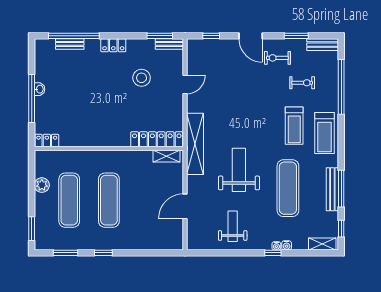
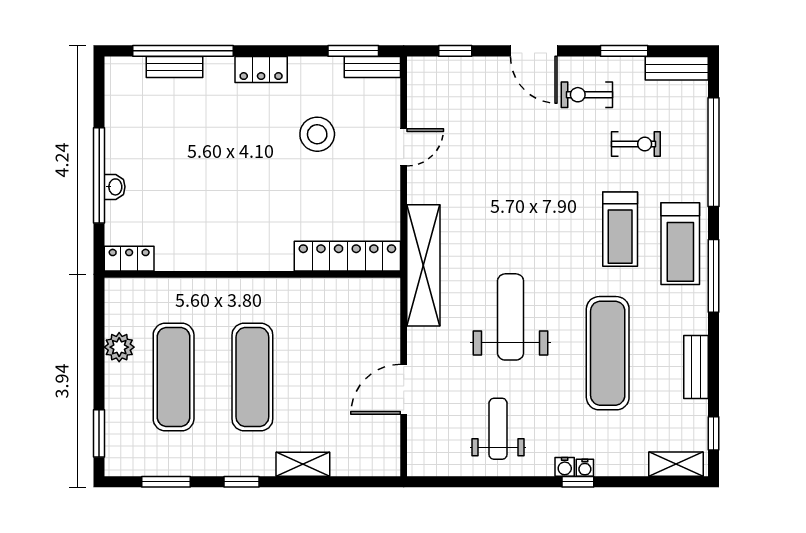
washbasin: (40, 89) -> (115, 187), moved
shelving: (167, 156) -> (303, 464), moved
bench: (332, 189) -> (696, 367), width x0.73
window: (341, 189) -> (713, 276), moved
water cooler: (287, 245) -> (565, 467), moved

